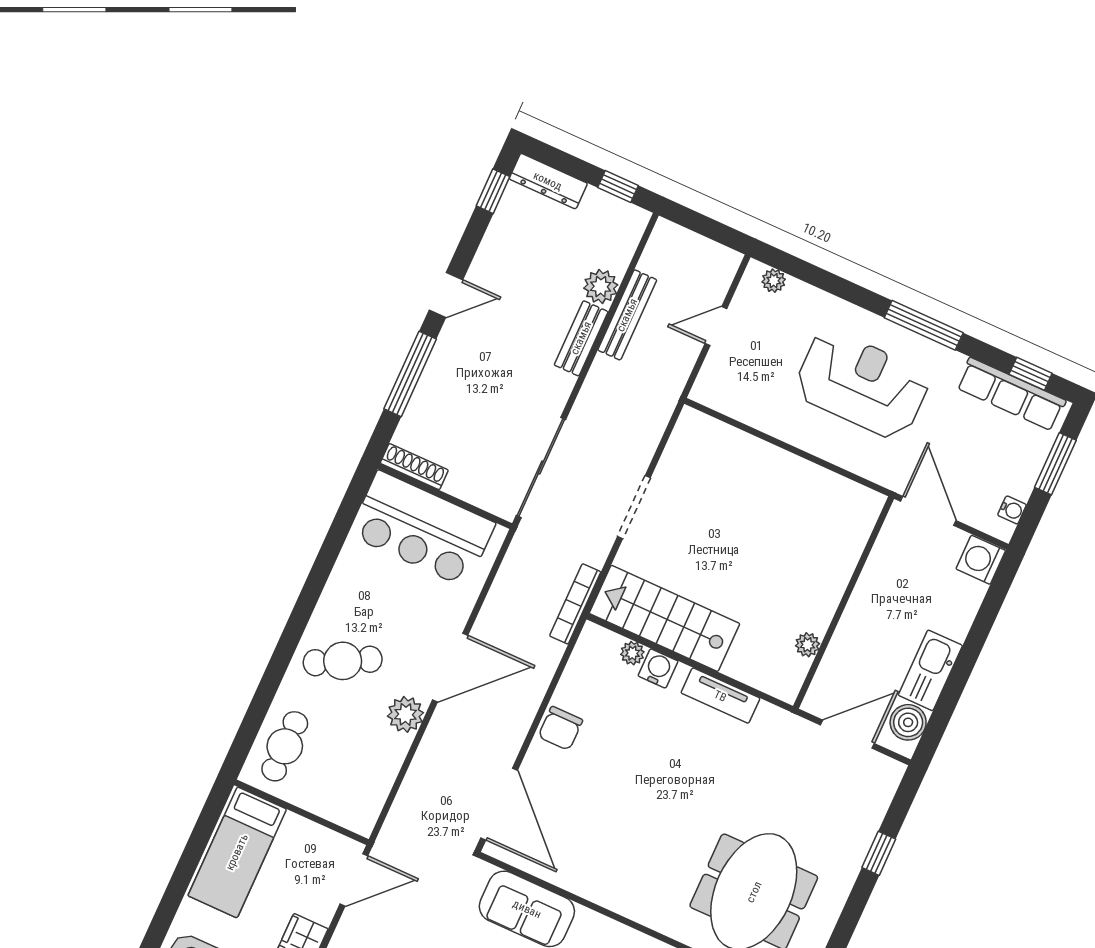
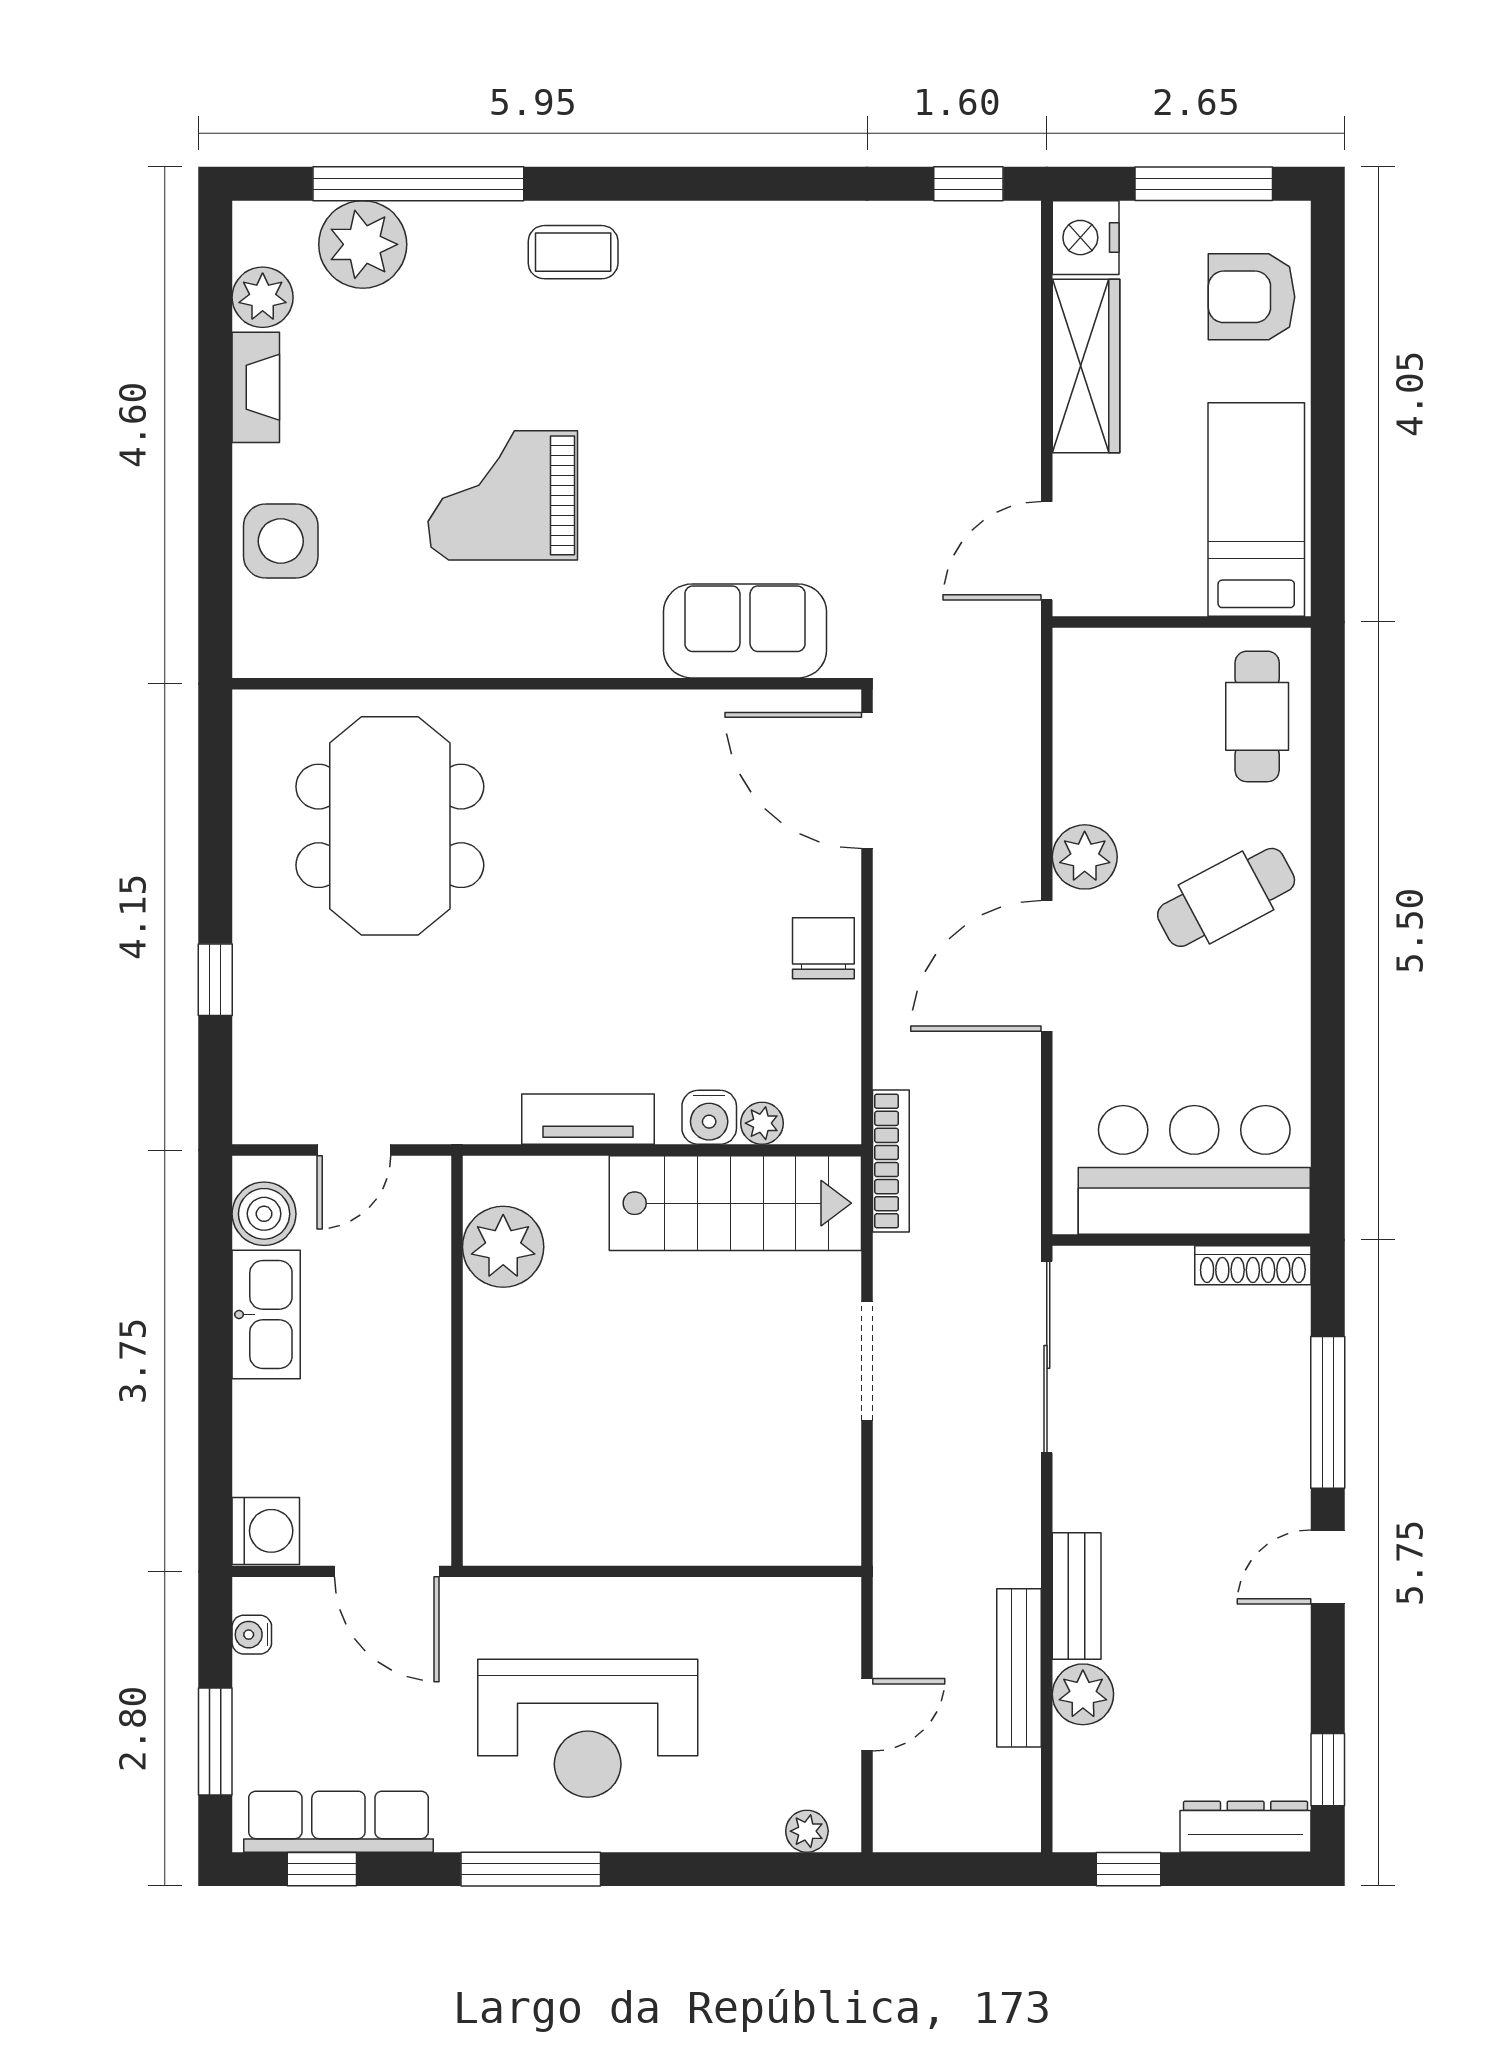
plant: (808, 645) -> (503, 1247), width x1.88, depth x1.88
door: (847, 734) -> (354, 1150), width x0.73

